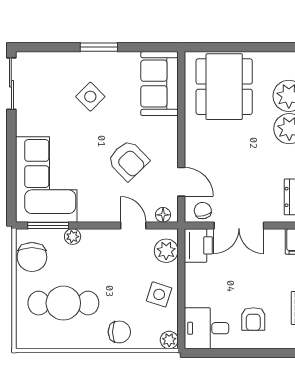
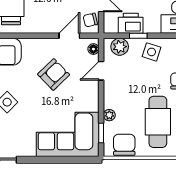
window: (48, 225) -> (101, 133), width x0.67
printer: (198, 245) -> (131, 23), moved
chair: (32, 257) -> (124, 145), turned -90
window: (181, 276) -> (138, 36), added

